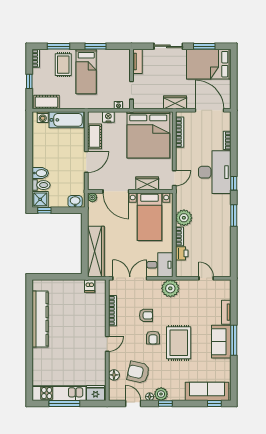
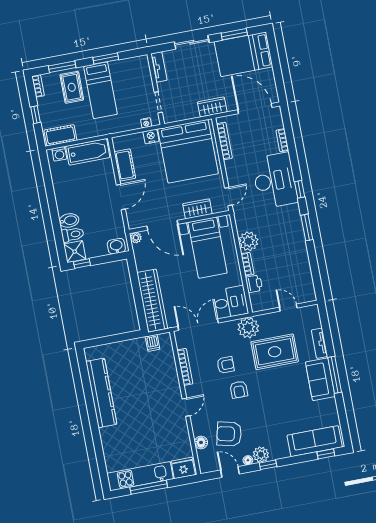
nightstand: (108, 117) -> (151, 137), moved
rug: (179, 343) -> (275, 352), moved, turned 90

